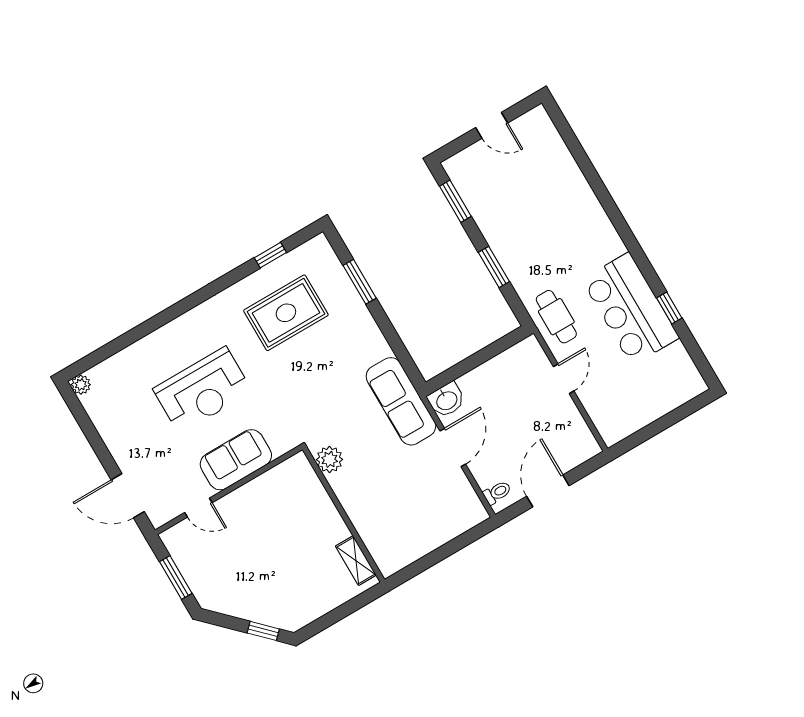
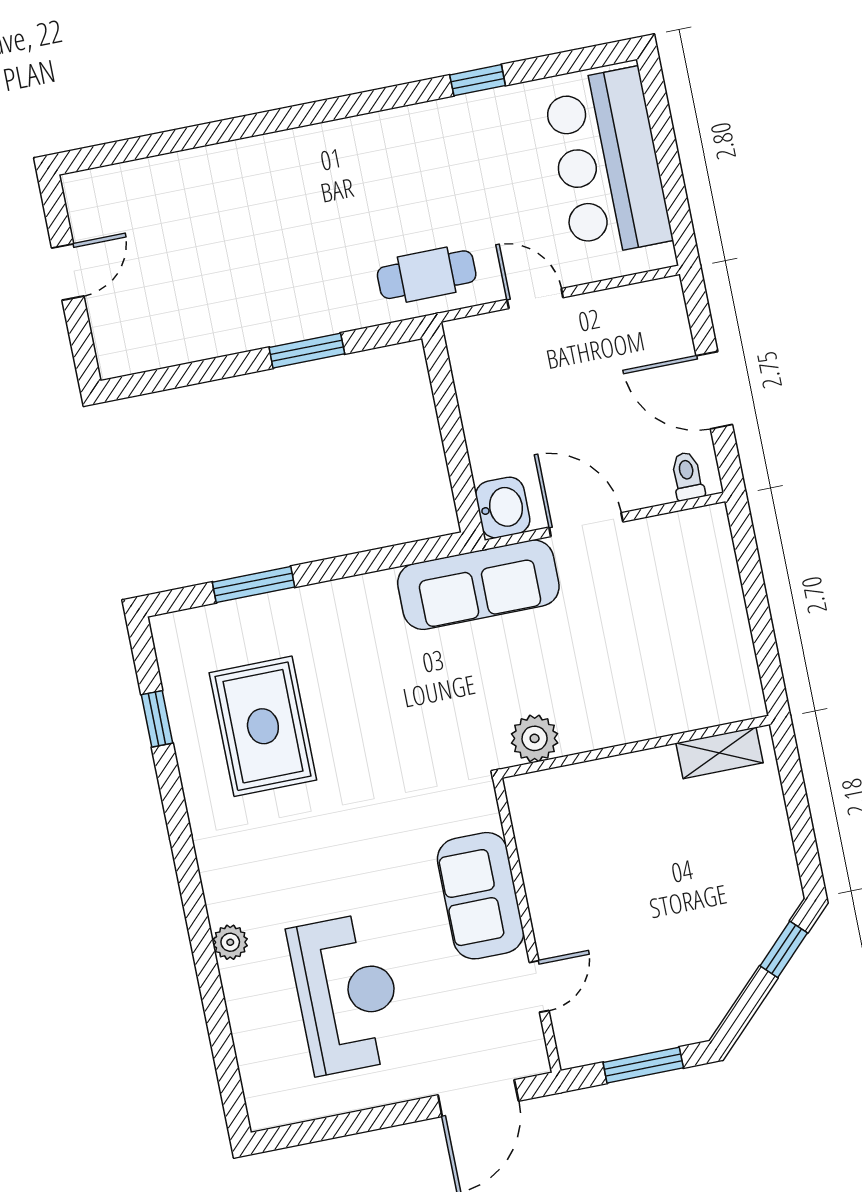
window: (455, 201) -> (174, 377), removed
bar counter: (630, 309) -> (607, 163), moved, turned 90
plant: (81, 385) -> (230, 942), moved
reception desk: (203, 390) -> (347, 994), moved

